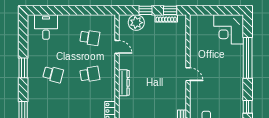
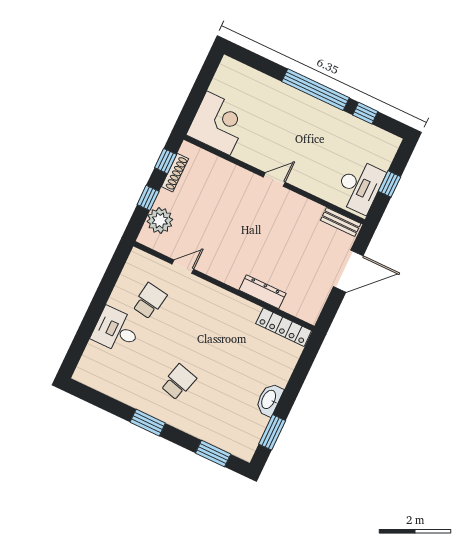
desk: (46, 27) -> (116, 330), moved
corner desk: (229, 29) -> (218, 123), moved, turned -90
window: (248, 58) -> (315, 90), moved
school desk: (90, 74) -> (205, 327), removed
dresser: (124, 83) -> (262, 292), moved

